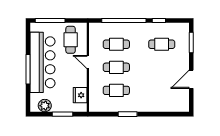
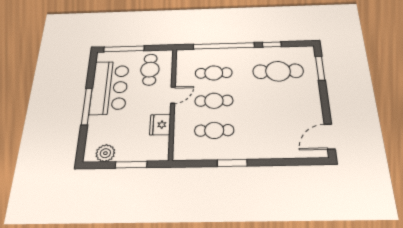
cafe table: (162, 44) -> (278, 71), width x1.37, depth x1.35
bar counter: (43, 62) -> (109, 87), width x0.73
door: (88, 62) -> (173, 95), swing flipped
door: (191, 79) -> (330, 137), moved
fridge: (80, 95) -> (160, 125), moved

